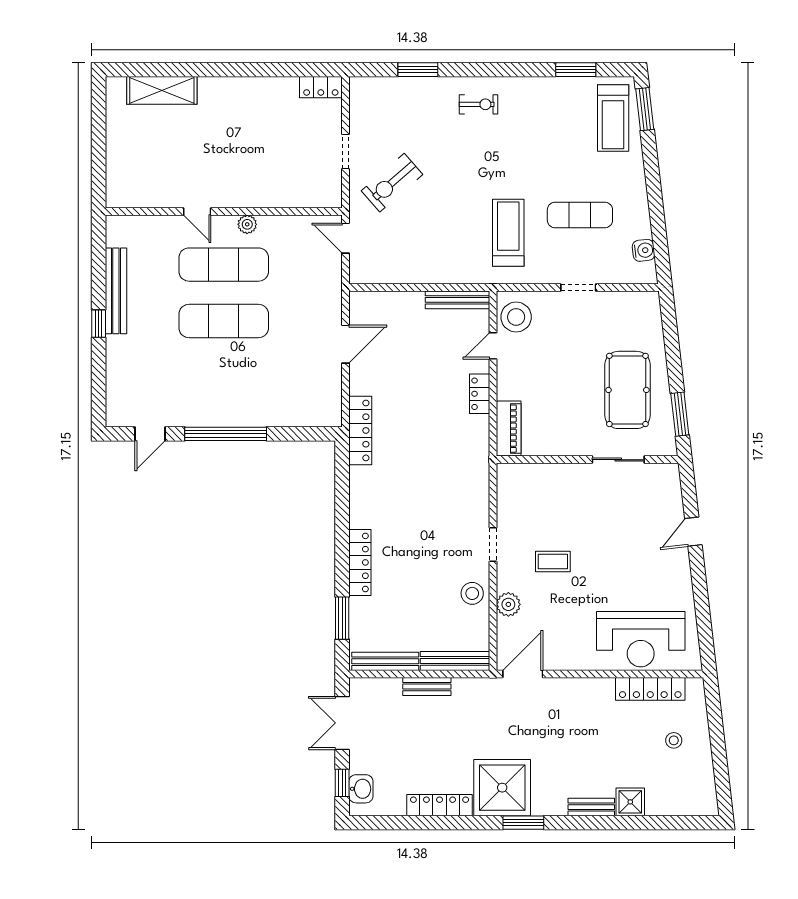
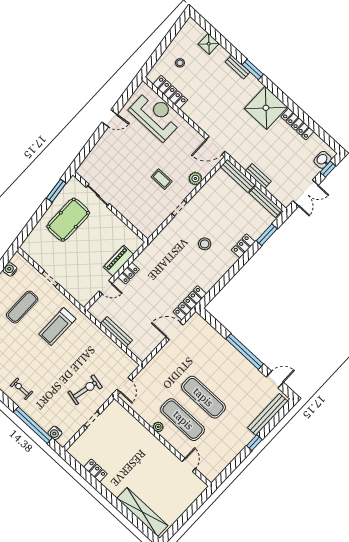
window: (418, 70) -> (33, 425), width x2.11
locker: (321, 87) -> (95, 471), moved
water cooler: (378, 87) -> (55, 433), added
shelving: (162, 90) -> (142, 512), width x1.47
exercise bike: (392, 183) -> (85, 390), turned -36
door: (197, 212) -> (189, 465), moved
exercise mat: (580, 215) -> (22, 307), turned 90
bench: (116, 291) -> (268, 414), moved
bench: (458, 300) -> (117, 332), moved
stool: (516, 317) -> (85, 290), removed
door: (345, 344) -> (175, 331), moved
piano: (509, 429) -> (119, 261), moved
door: (693, 532) -> (110, 118), moved
locker: (360, 562) -> (243, 246), width x0.66
stool: (472, 593) -> (205, 244), moved
shower: (630, 802) -> (209, 44), moved
window: (523, 823) -> (253, 69), moved

